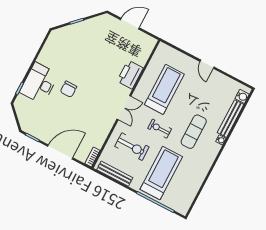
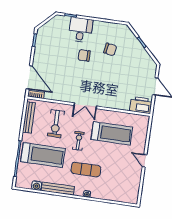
chair: (72, 58) -> (110, 49), added
door: (207, 64) -> (145, 161), hinge flipped
printer: (130, 74) -> (141, 105), moved
desk: (39, 83) -> (81, 30), width x0.73
water cooler: (242, 96) -> (37, 185), moved
bench: (231, 119) -> (58, 189), moved
door: (60, 152) -> (29, 77), moved

